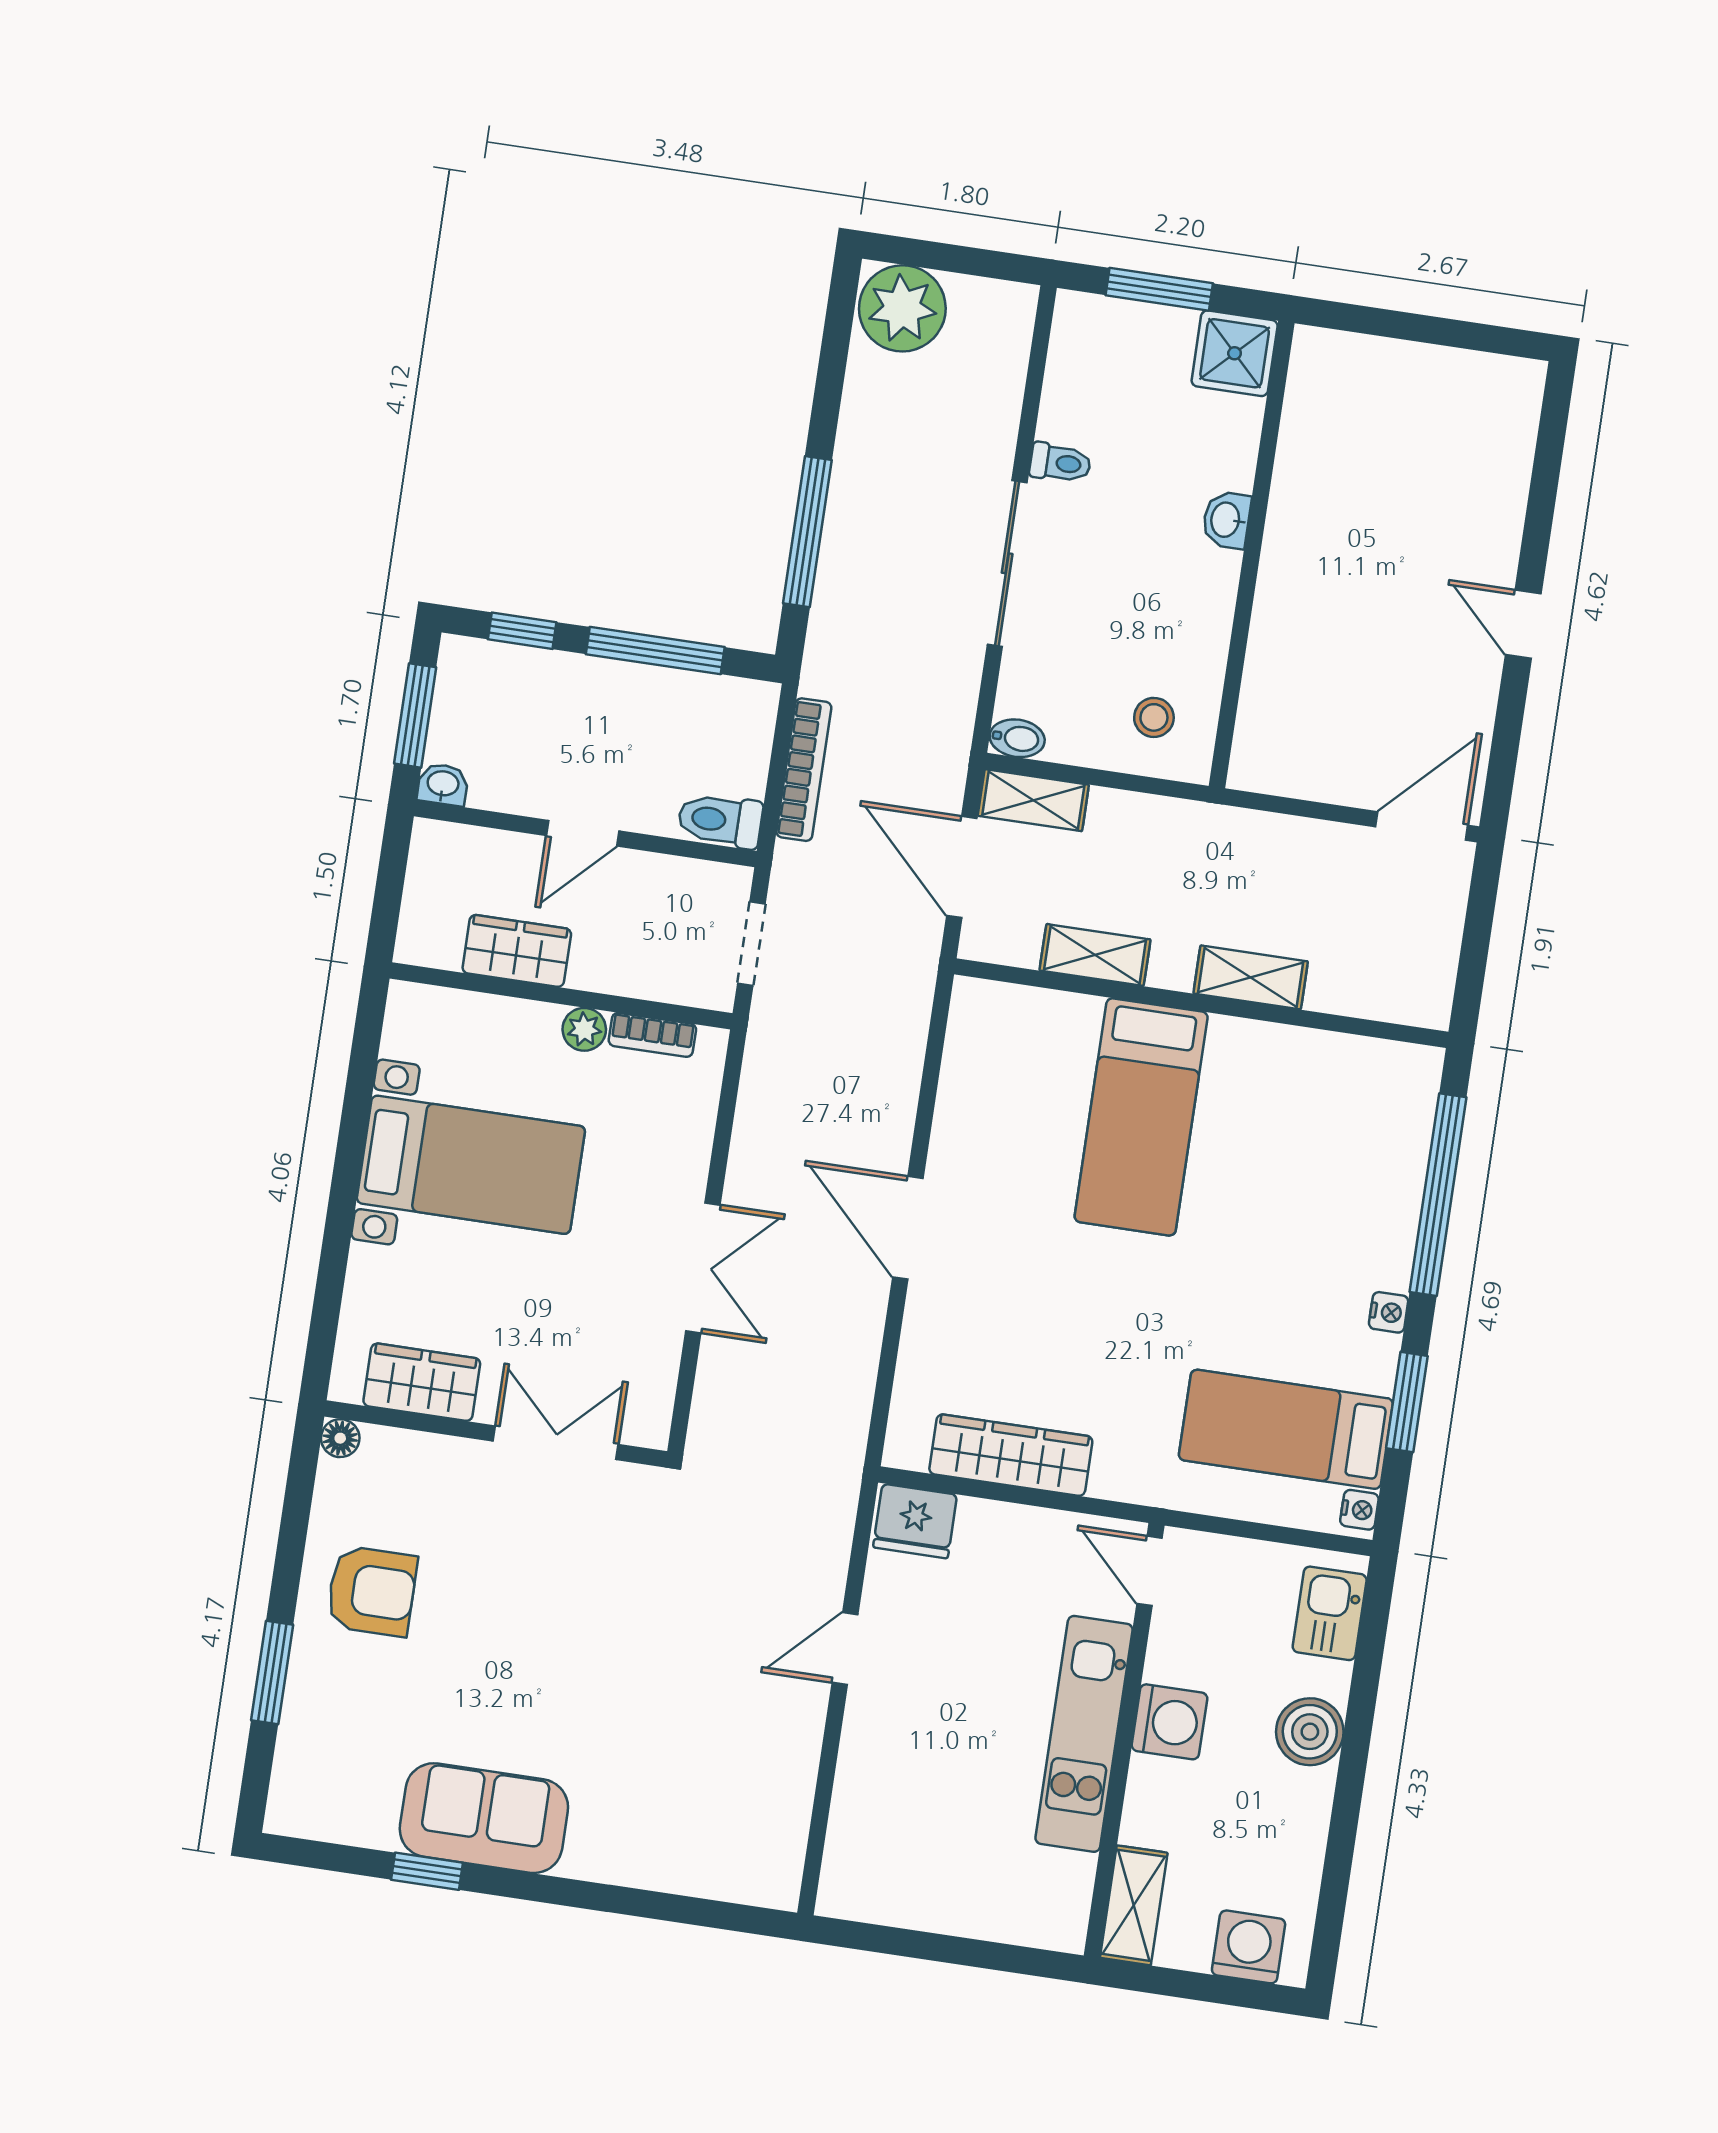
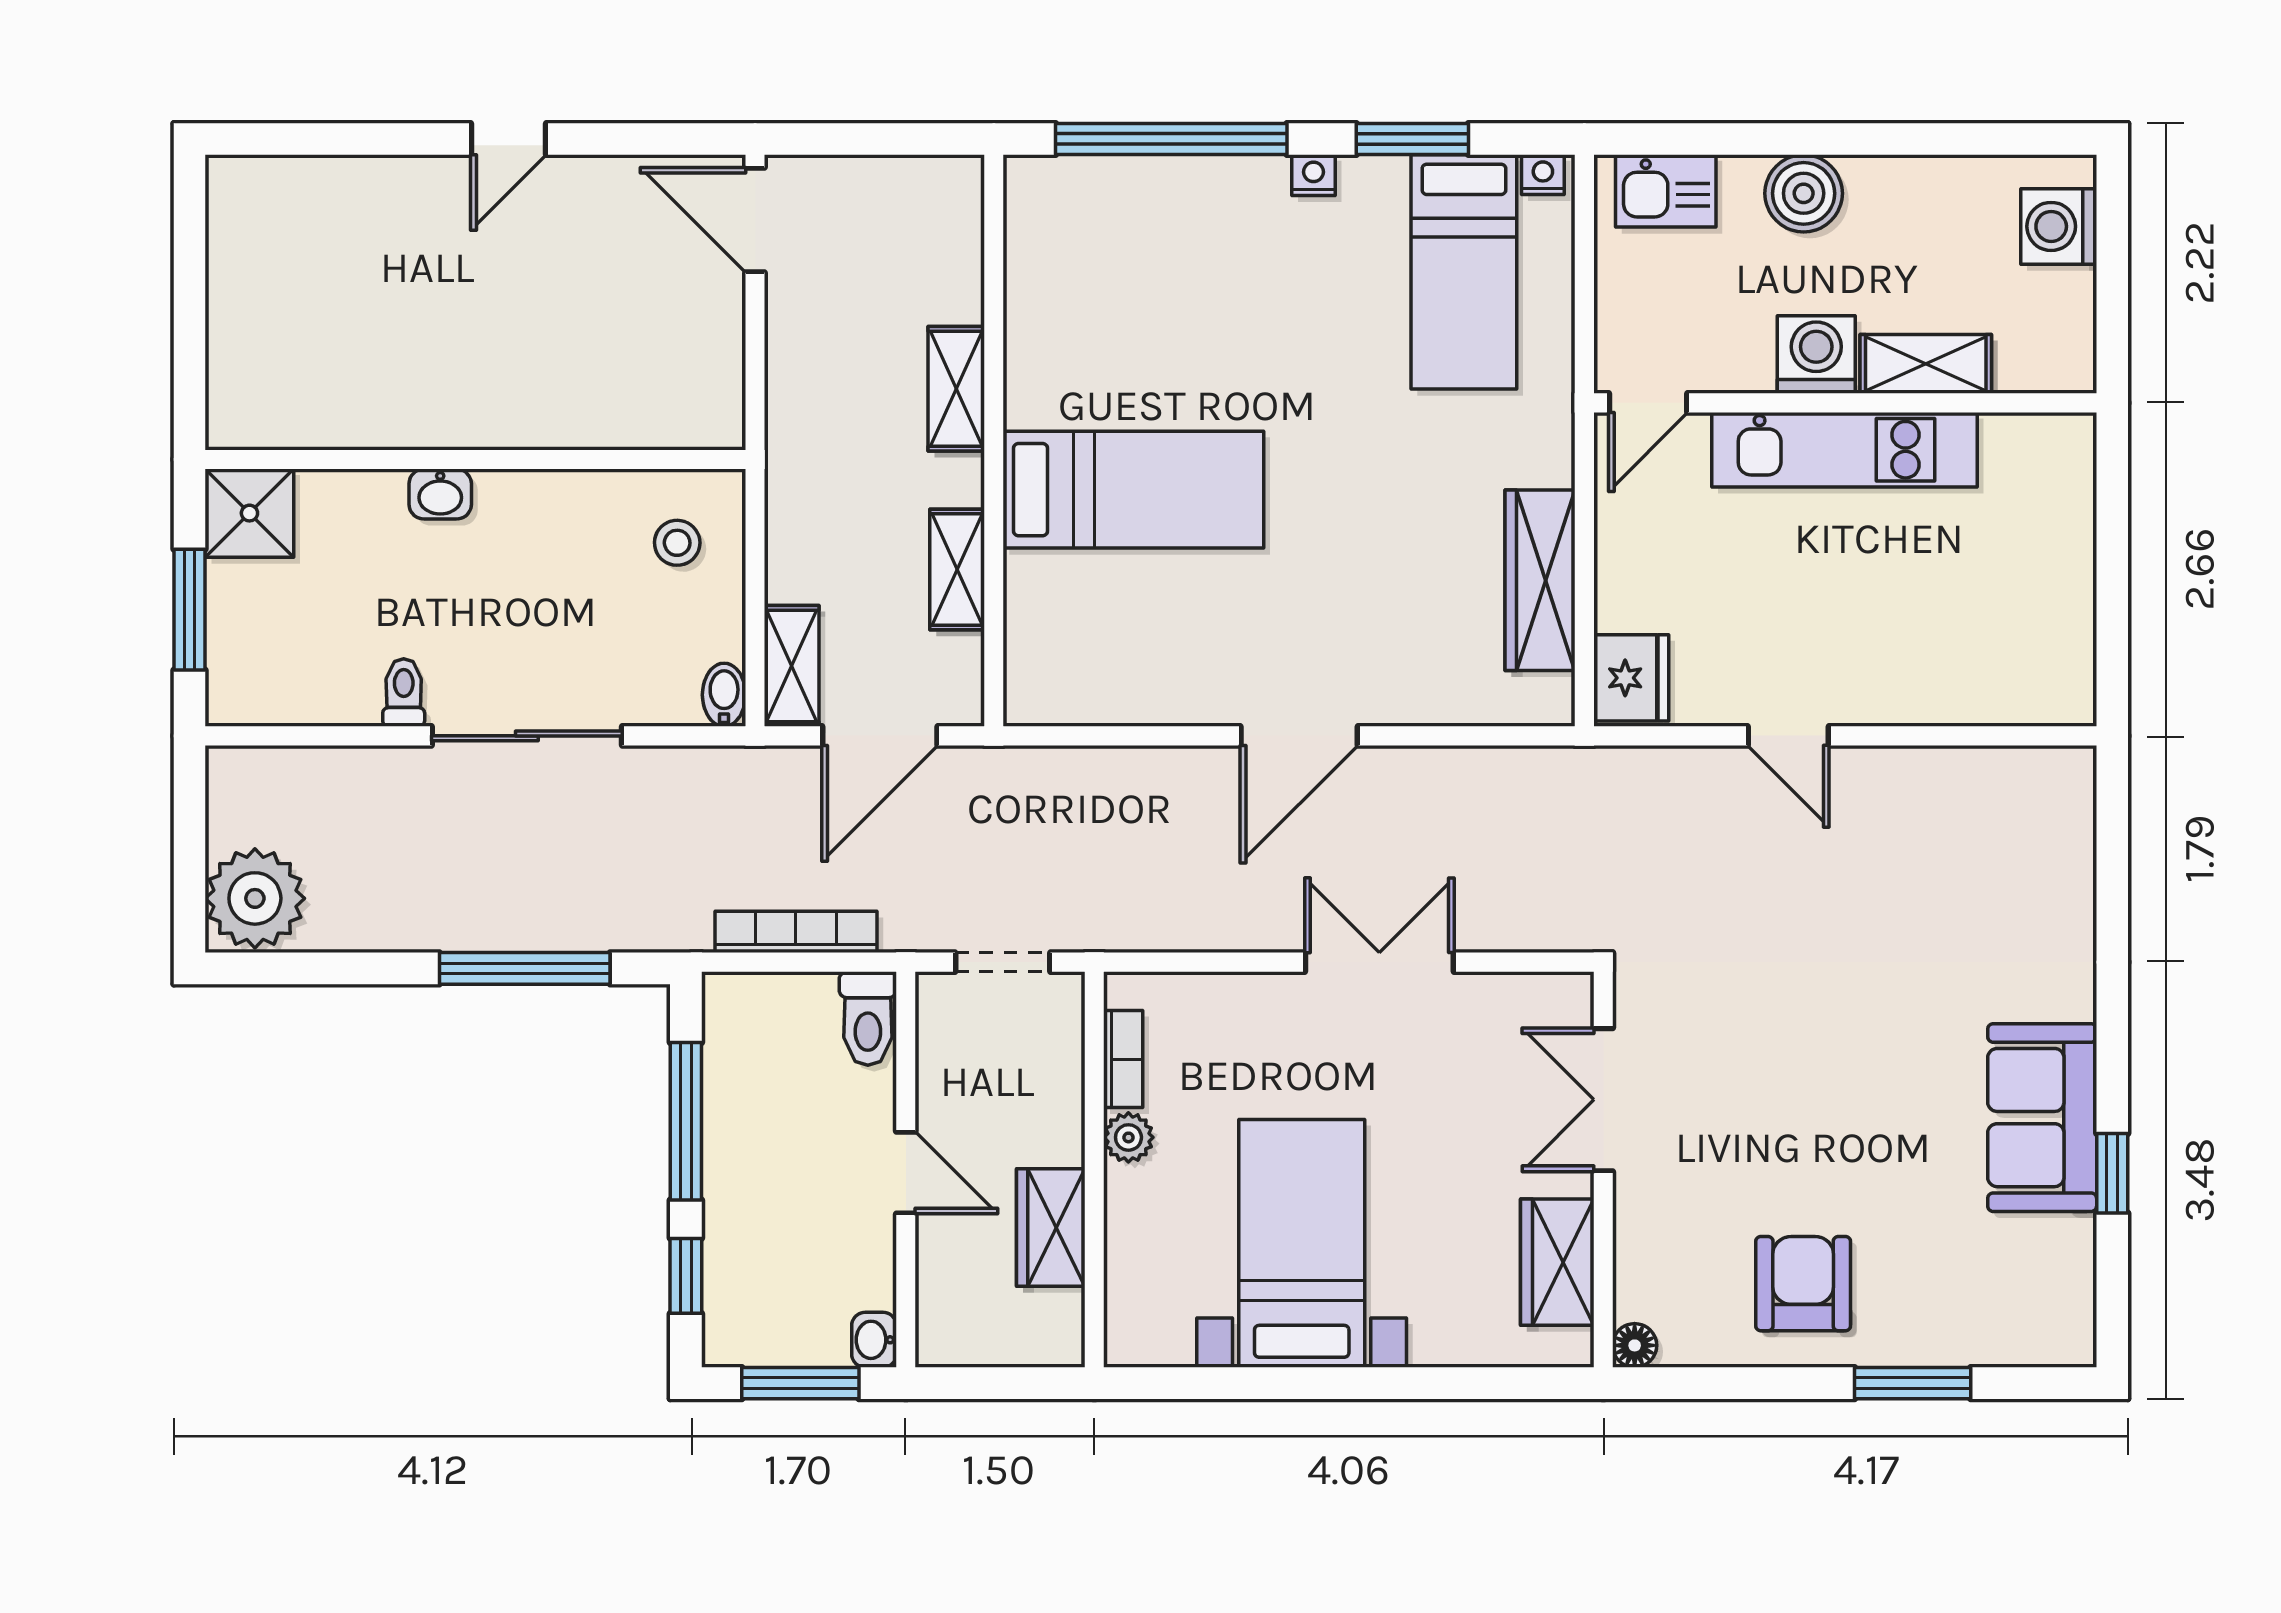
shelving: (1134, 1905) -> (1926, 364), moved

